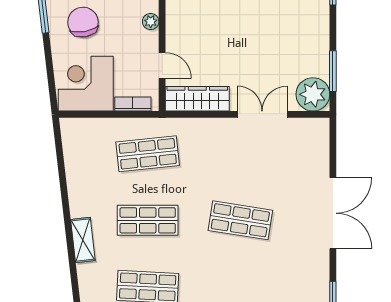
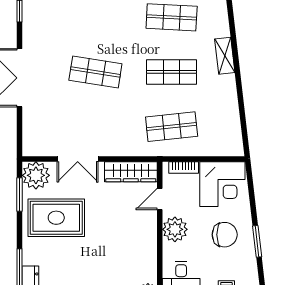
chair: (83, 22) -> (225, 235), turned -80
plant: (151, 22) -> (175, 229), width x1.87, depth x1.87
rug: (288, 43) -> (56, 218), added
door: (162, 65) -> (160, 199), hinge flipped

